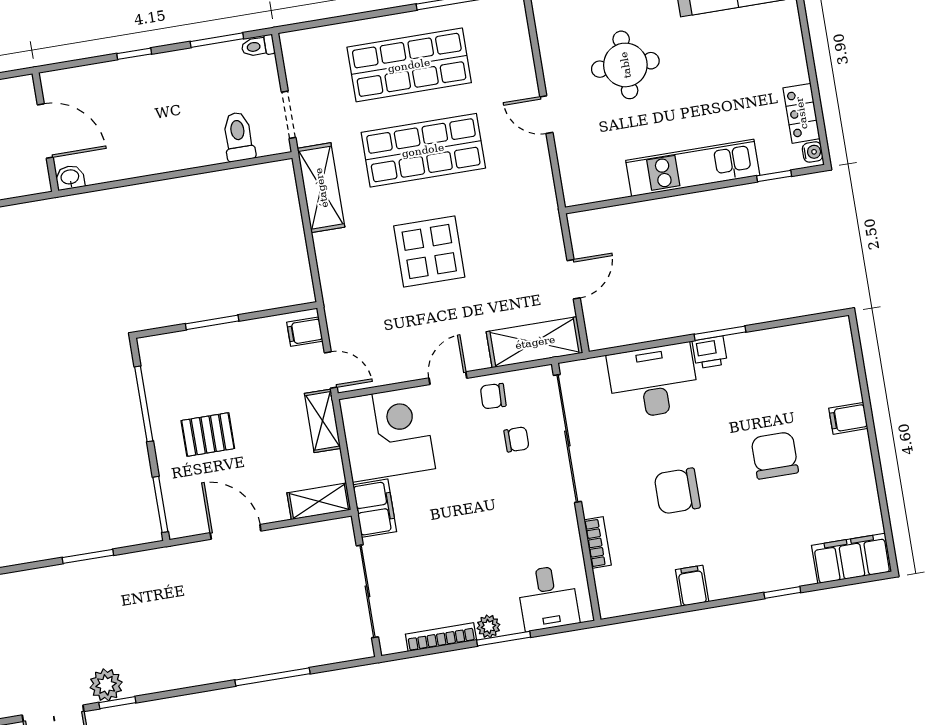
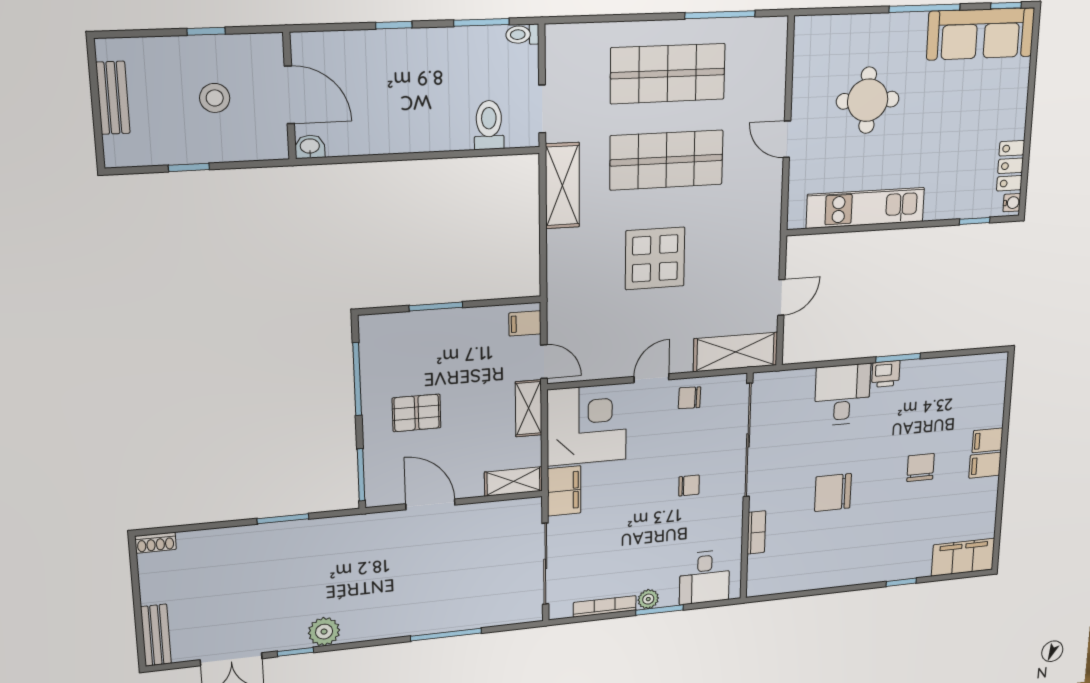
kitchen unit: (693, 168) -> (865, 208), moved
desk: (653, 381) -> (842, 395), width x0.73
chair: (516, 439) -> (689, 486), moved
chair: (775, 455) -> (920, 468), width x0.73, depth x0.73
filing cabinet: (692, 586) -> (985, 465), moved, turned -90
plant: (106, 685) -> (324, 632), moved

